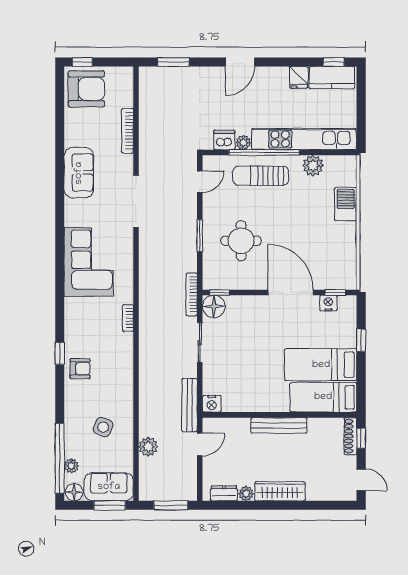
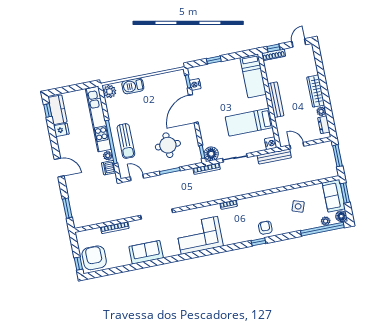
plant: (313, 166) -> (110, 92), moved
bed: (321, 365) -> (249, 122), moved, turned 90
plant: (148, 447) -> (305, 177), removed

